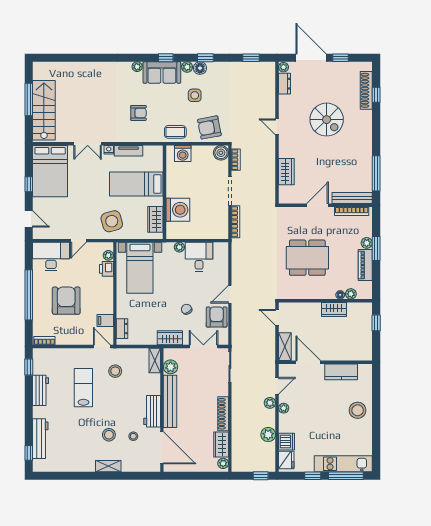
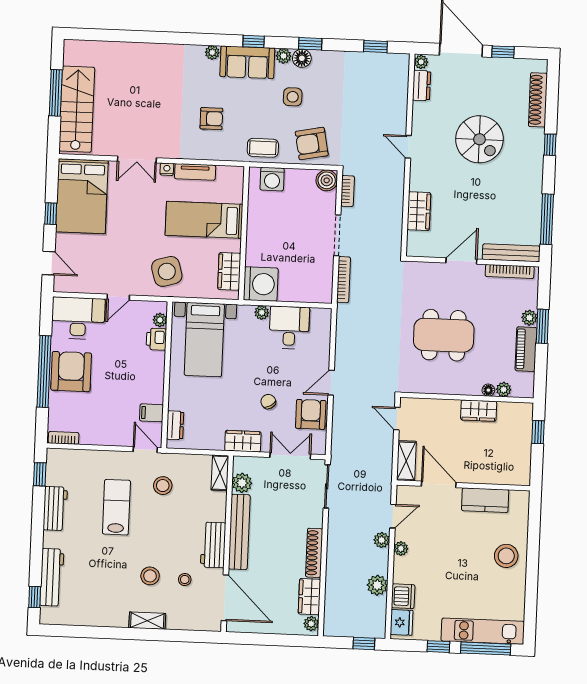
window: (376, 95) -> (550, 145), moved
washing machine: (178, 210) -> (261, 284), moved
armchair: (66, 301) -> (71, 372), moved

